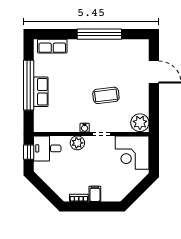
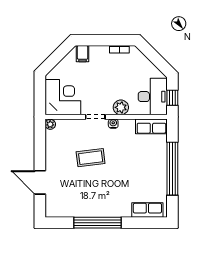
row of seats: (41, 92) -> (151, 126), moved, turned -90
plant: (140, 123) -> (50, 124), width x0.53, depth x0.53
desk: (47, 148) -> (153, 97), width x1.37
filing cabinet: (95, 194) -> (83, 54), moved

